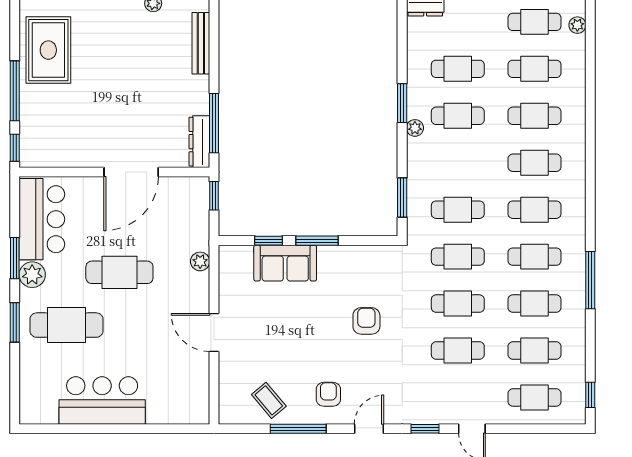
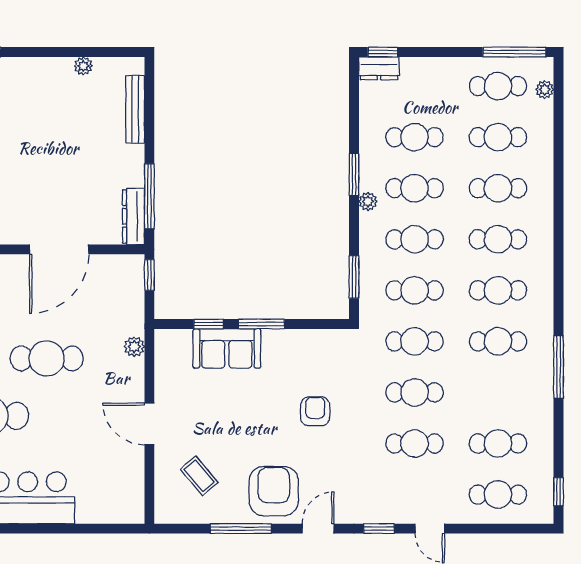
cafe table: (535, 304) -> (415, 239), moved
armchair: (328, 394) -> (274, 491), width x1.88, depth x1.88
coffee table: (269, 400) -> (199, 476), moved

